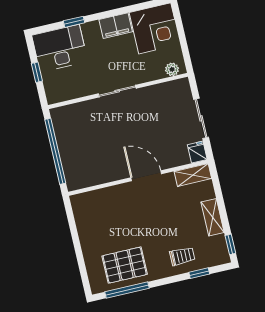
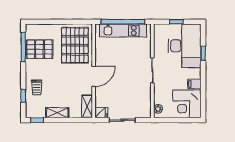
filing cabinet: (116, 26) -> (194, 84), width x0.50
desk: (60, 48) -> (185, 46), width x1.36, depth x1.30
kitchen unit: (68, 148) -> (123, 30), added
pallet: (107, 214) -> (75, 45), added
pallet: (125, 265) -> (40, 49), turned 90

